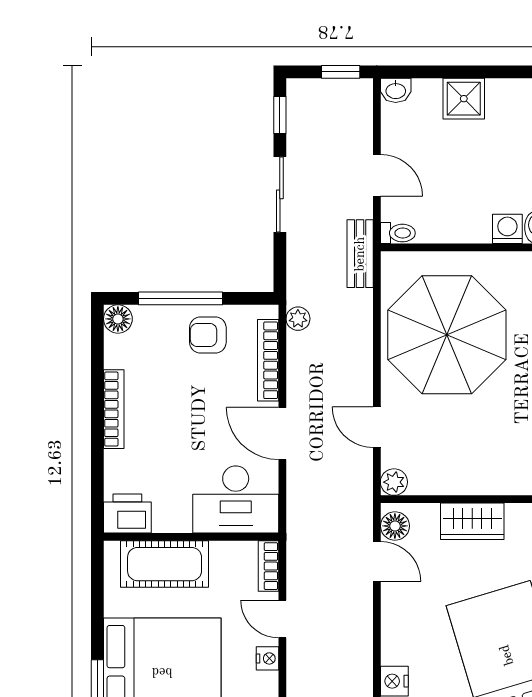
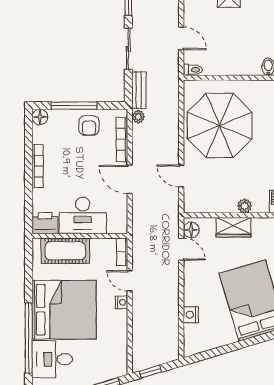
washing machine: (507, 229) -> (253, 68), removed
bench: (360, 254) -> (139, 90), moved
armchair: (208, 335) -> (89, 126), turned -90
plant: (394, 482) -> (244, 206), moved
desk: (236, 499) -> (83, 215), moved

